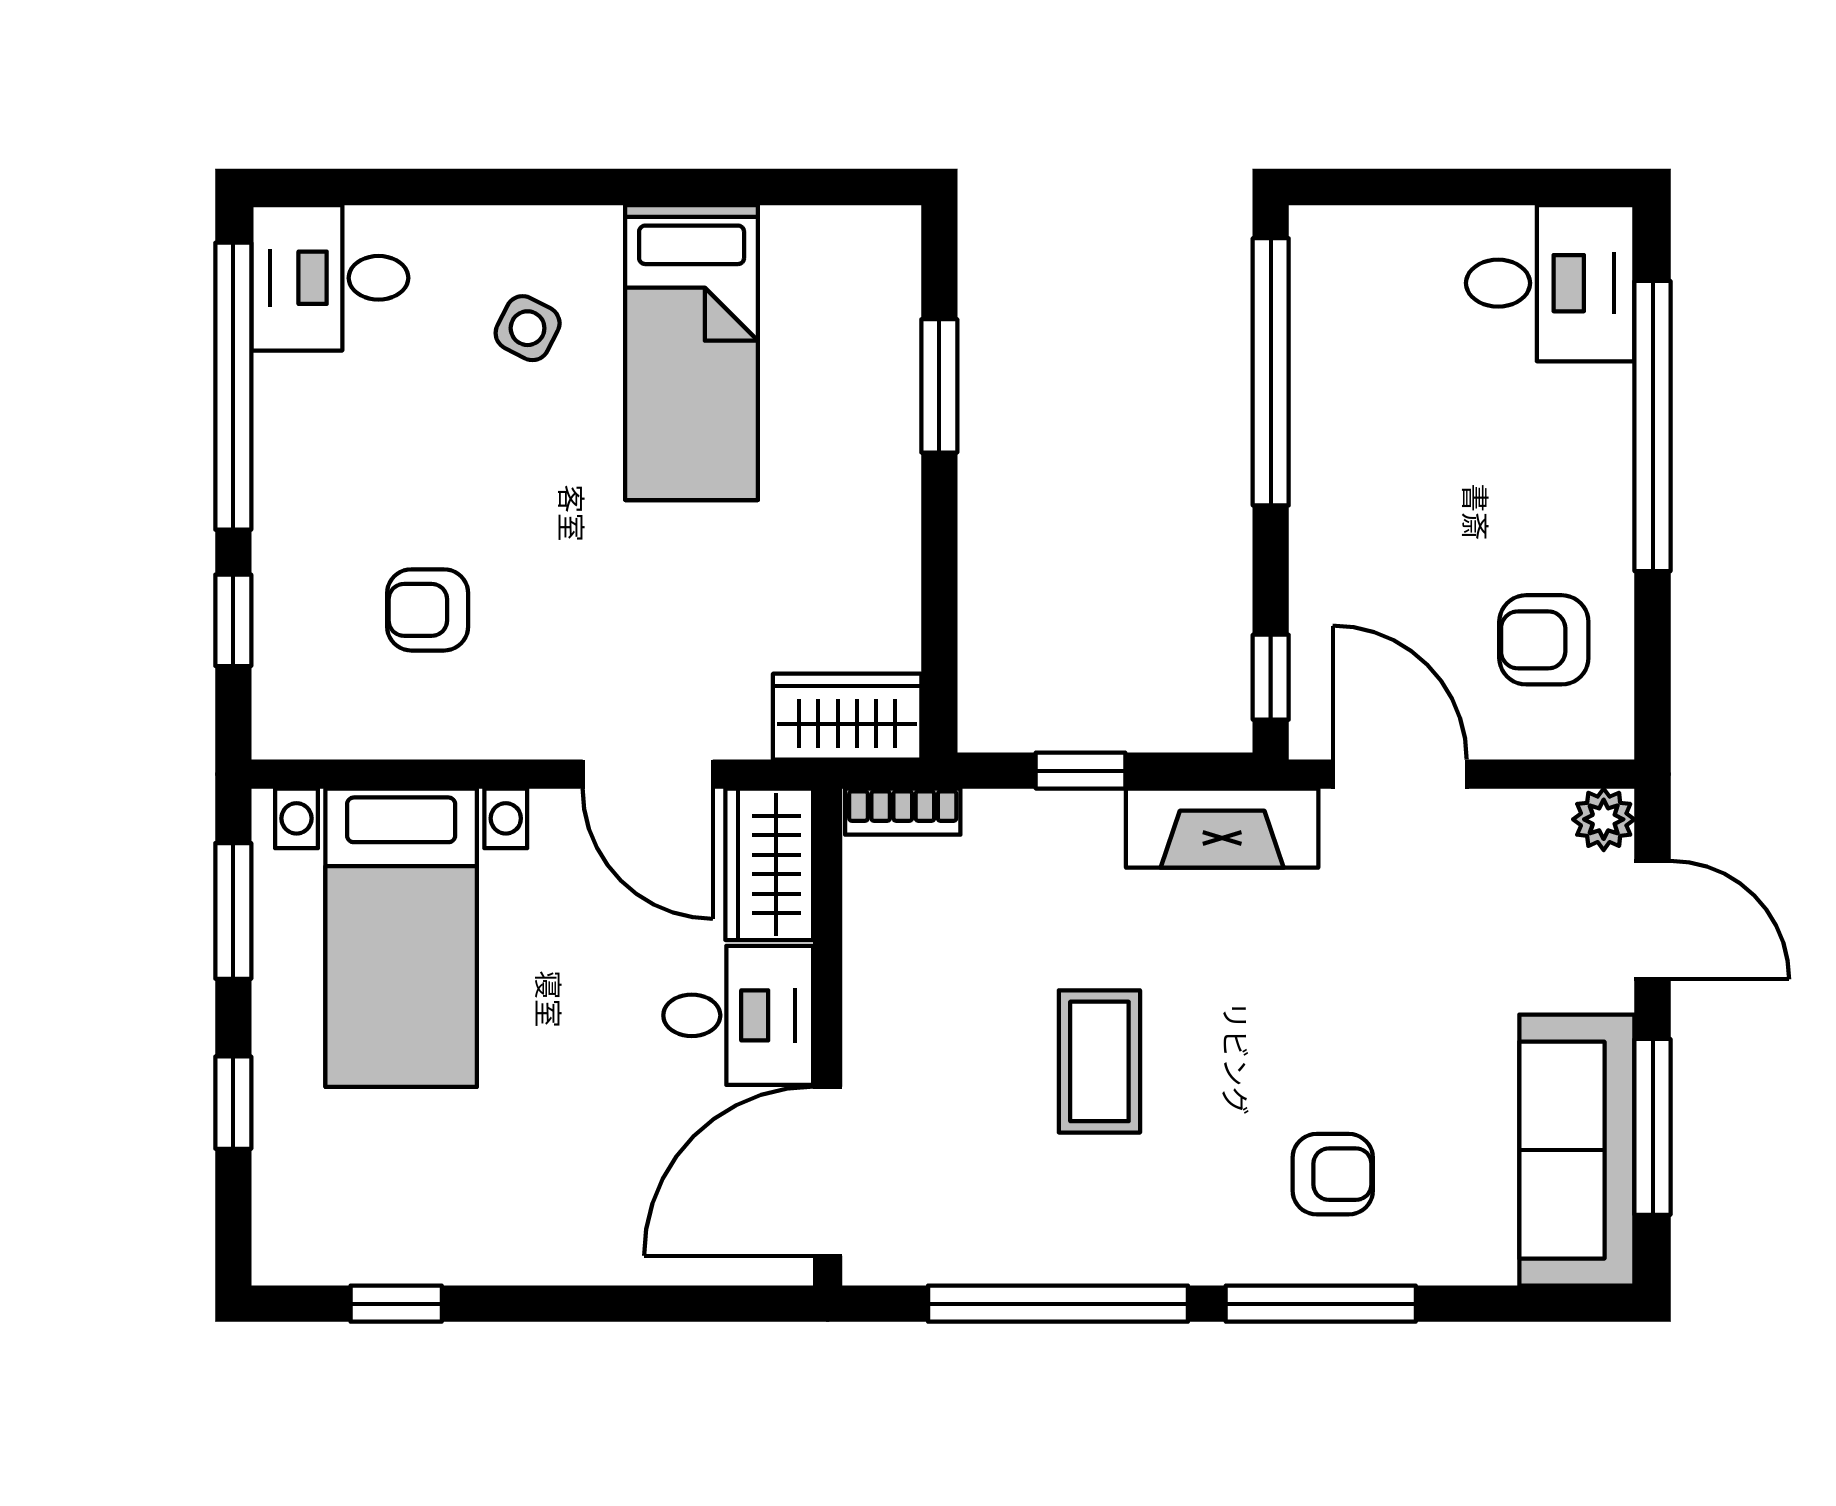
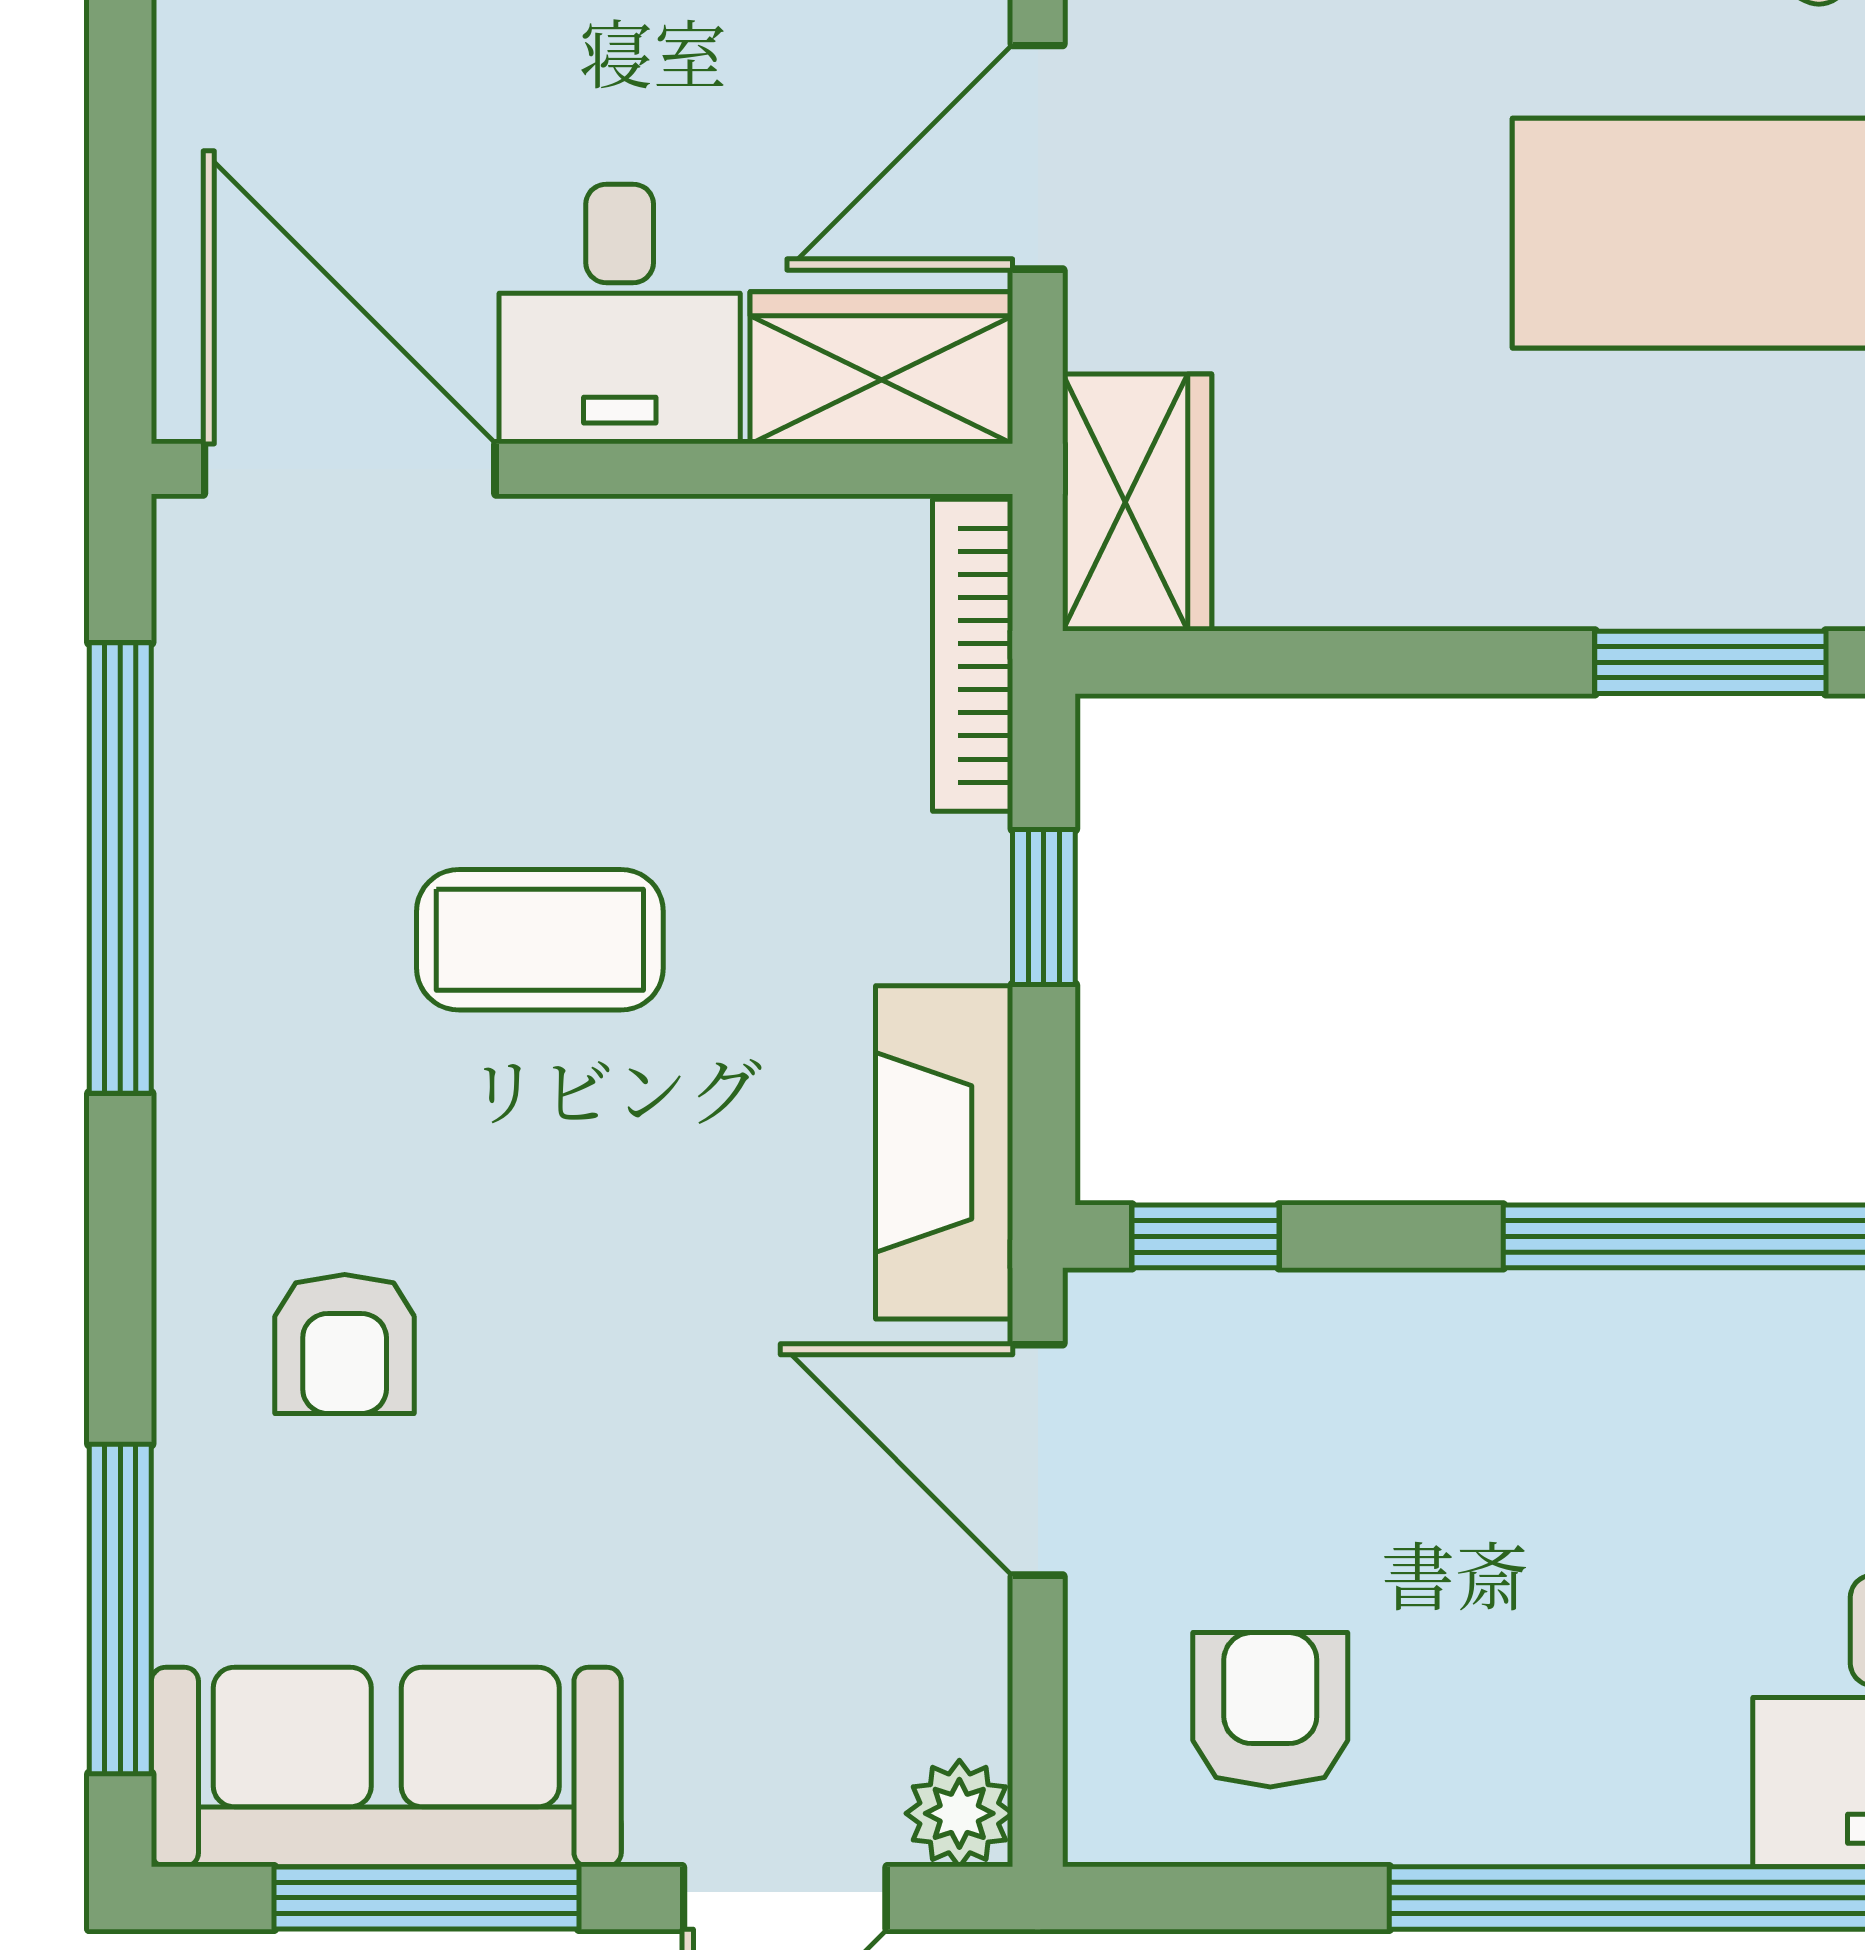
door: (1400, 774) -> (1038, 1460), swing flipped
bookcase: (903, 812) -> (973, 655), width x1.56
window: (1321, 1304) -> (120, 1609), moved

